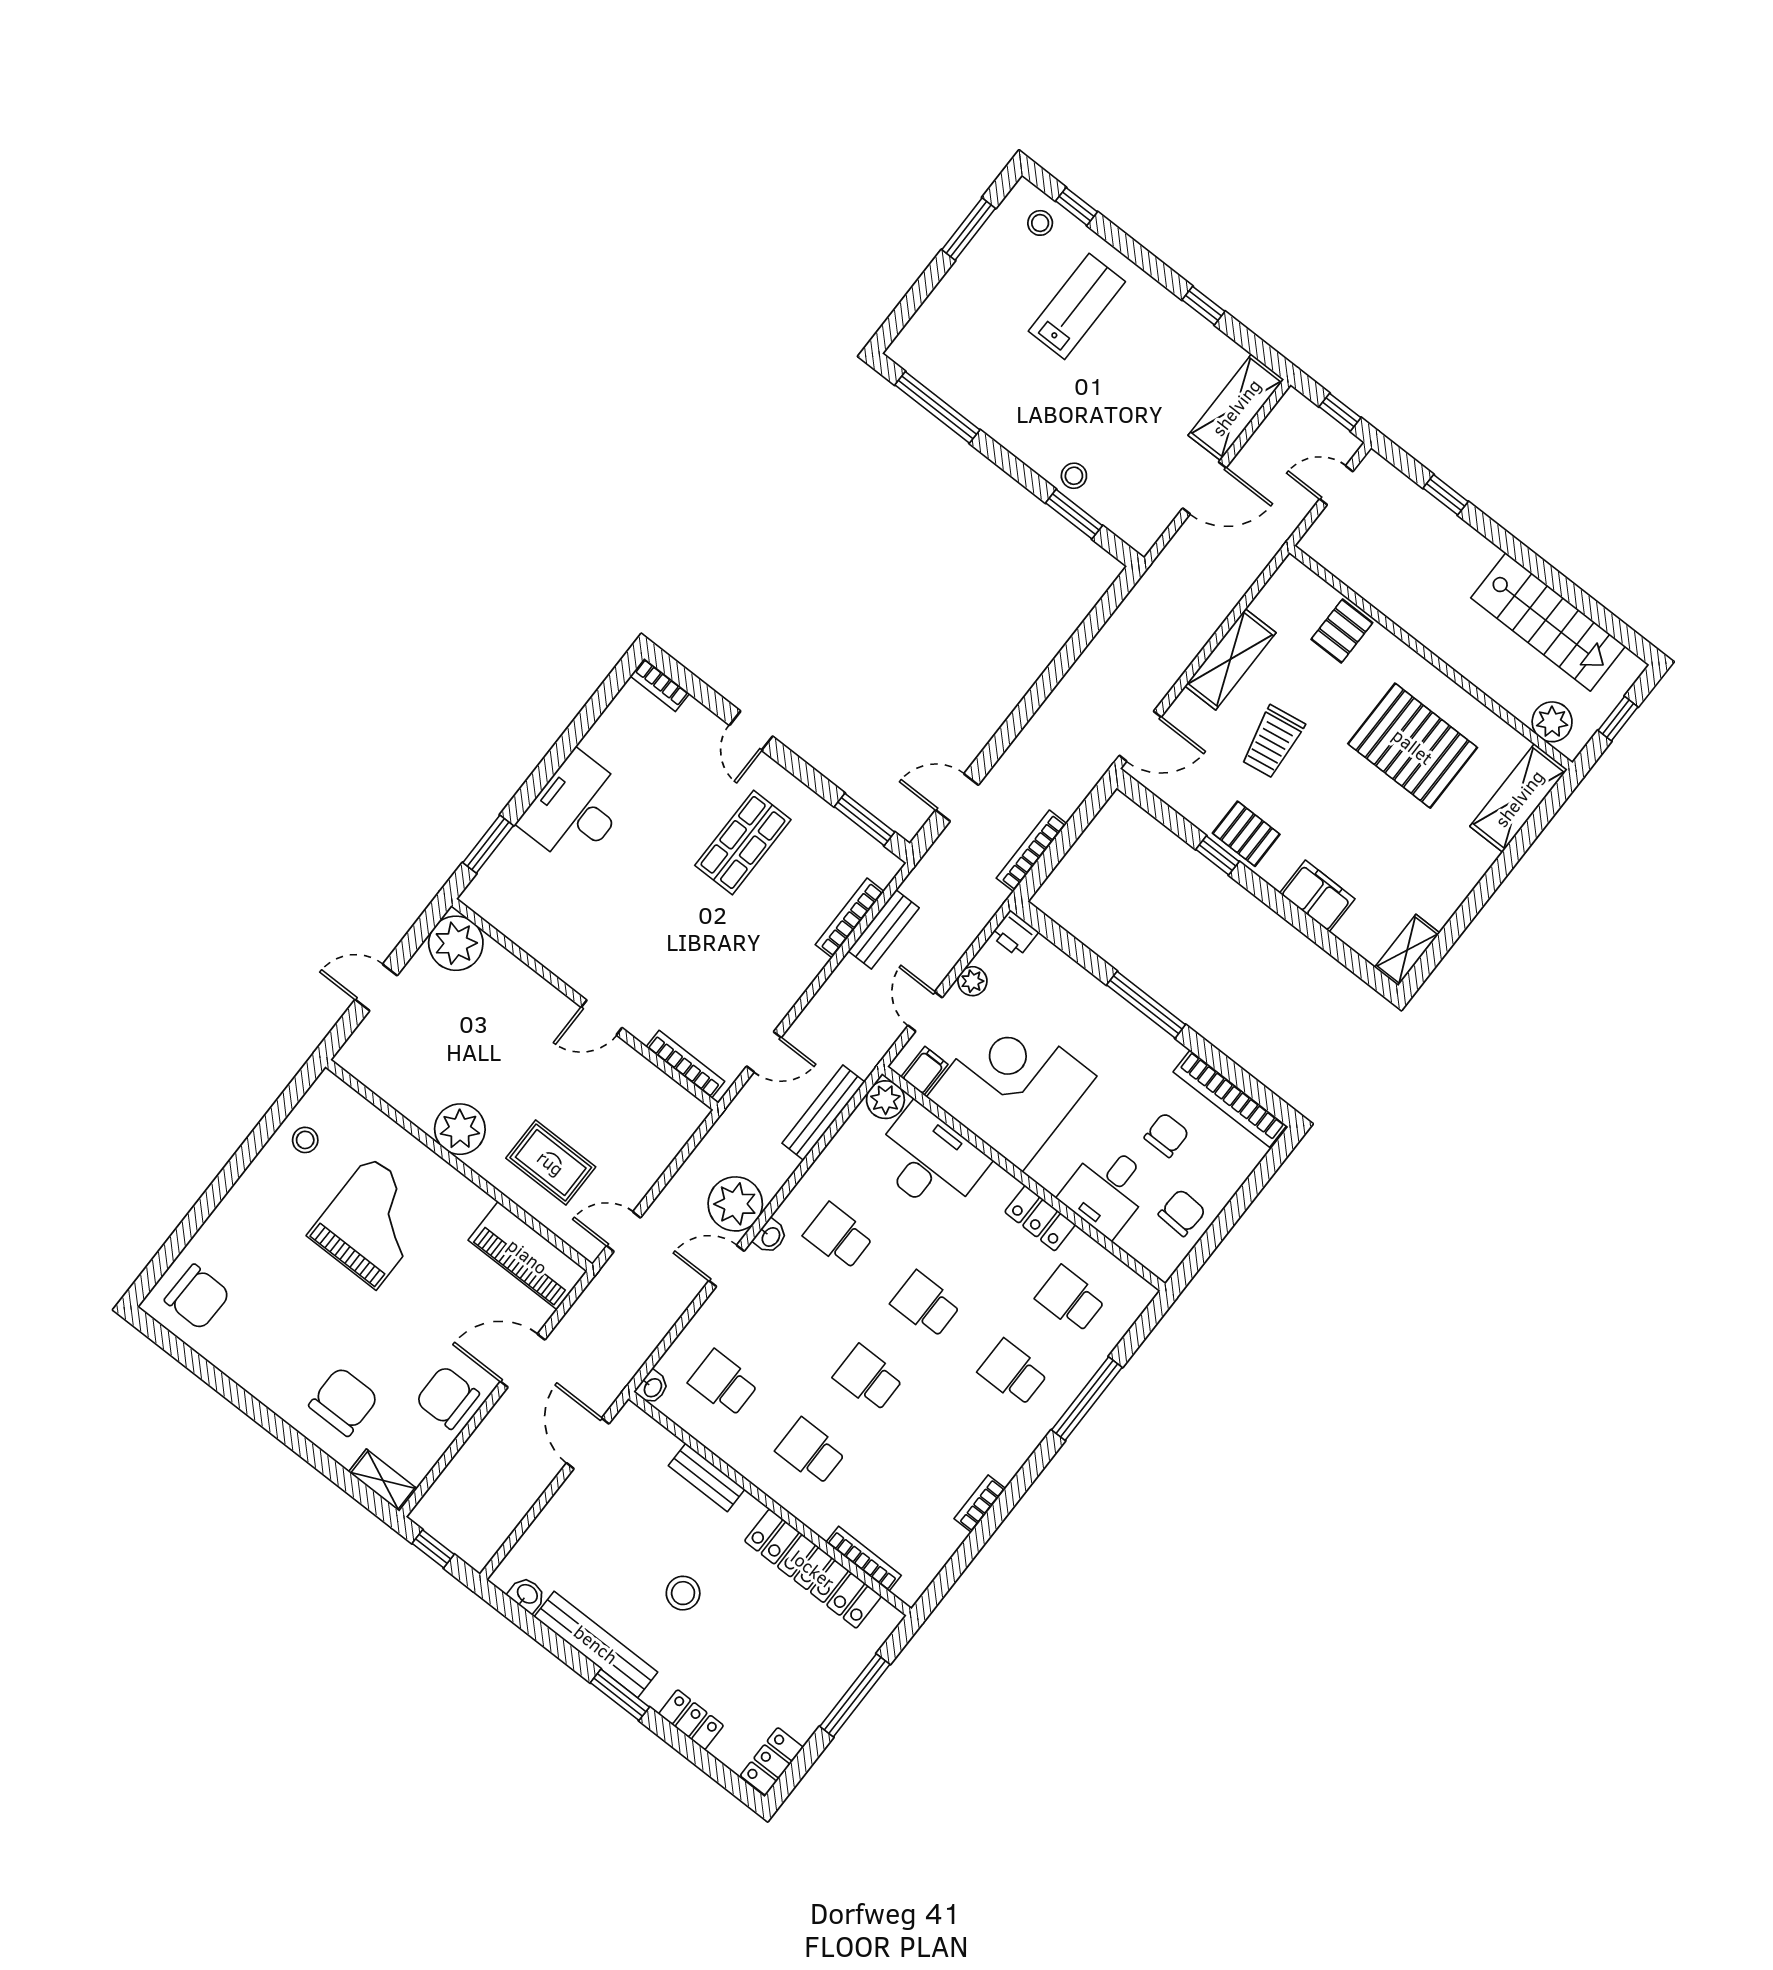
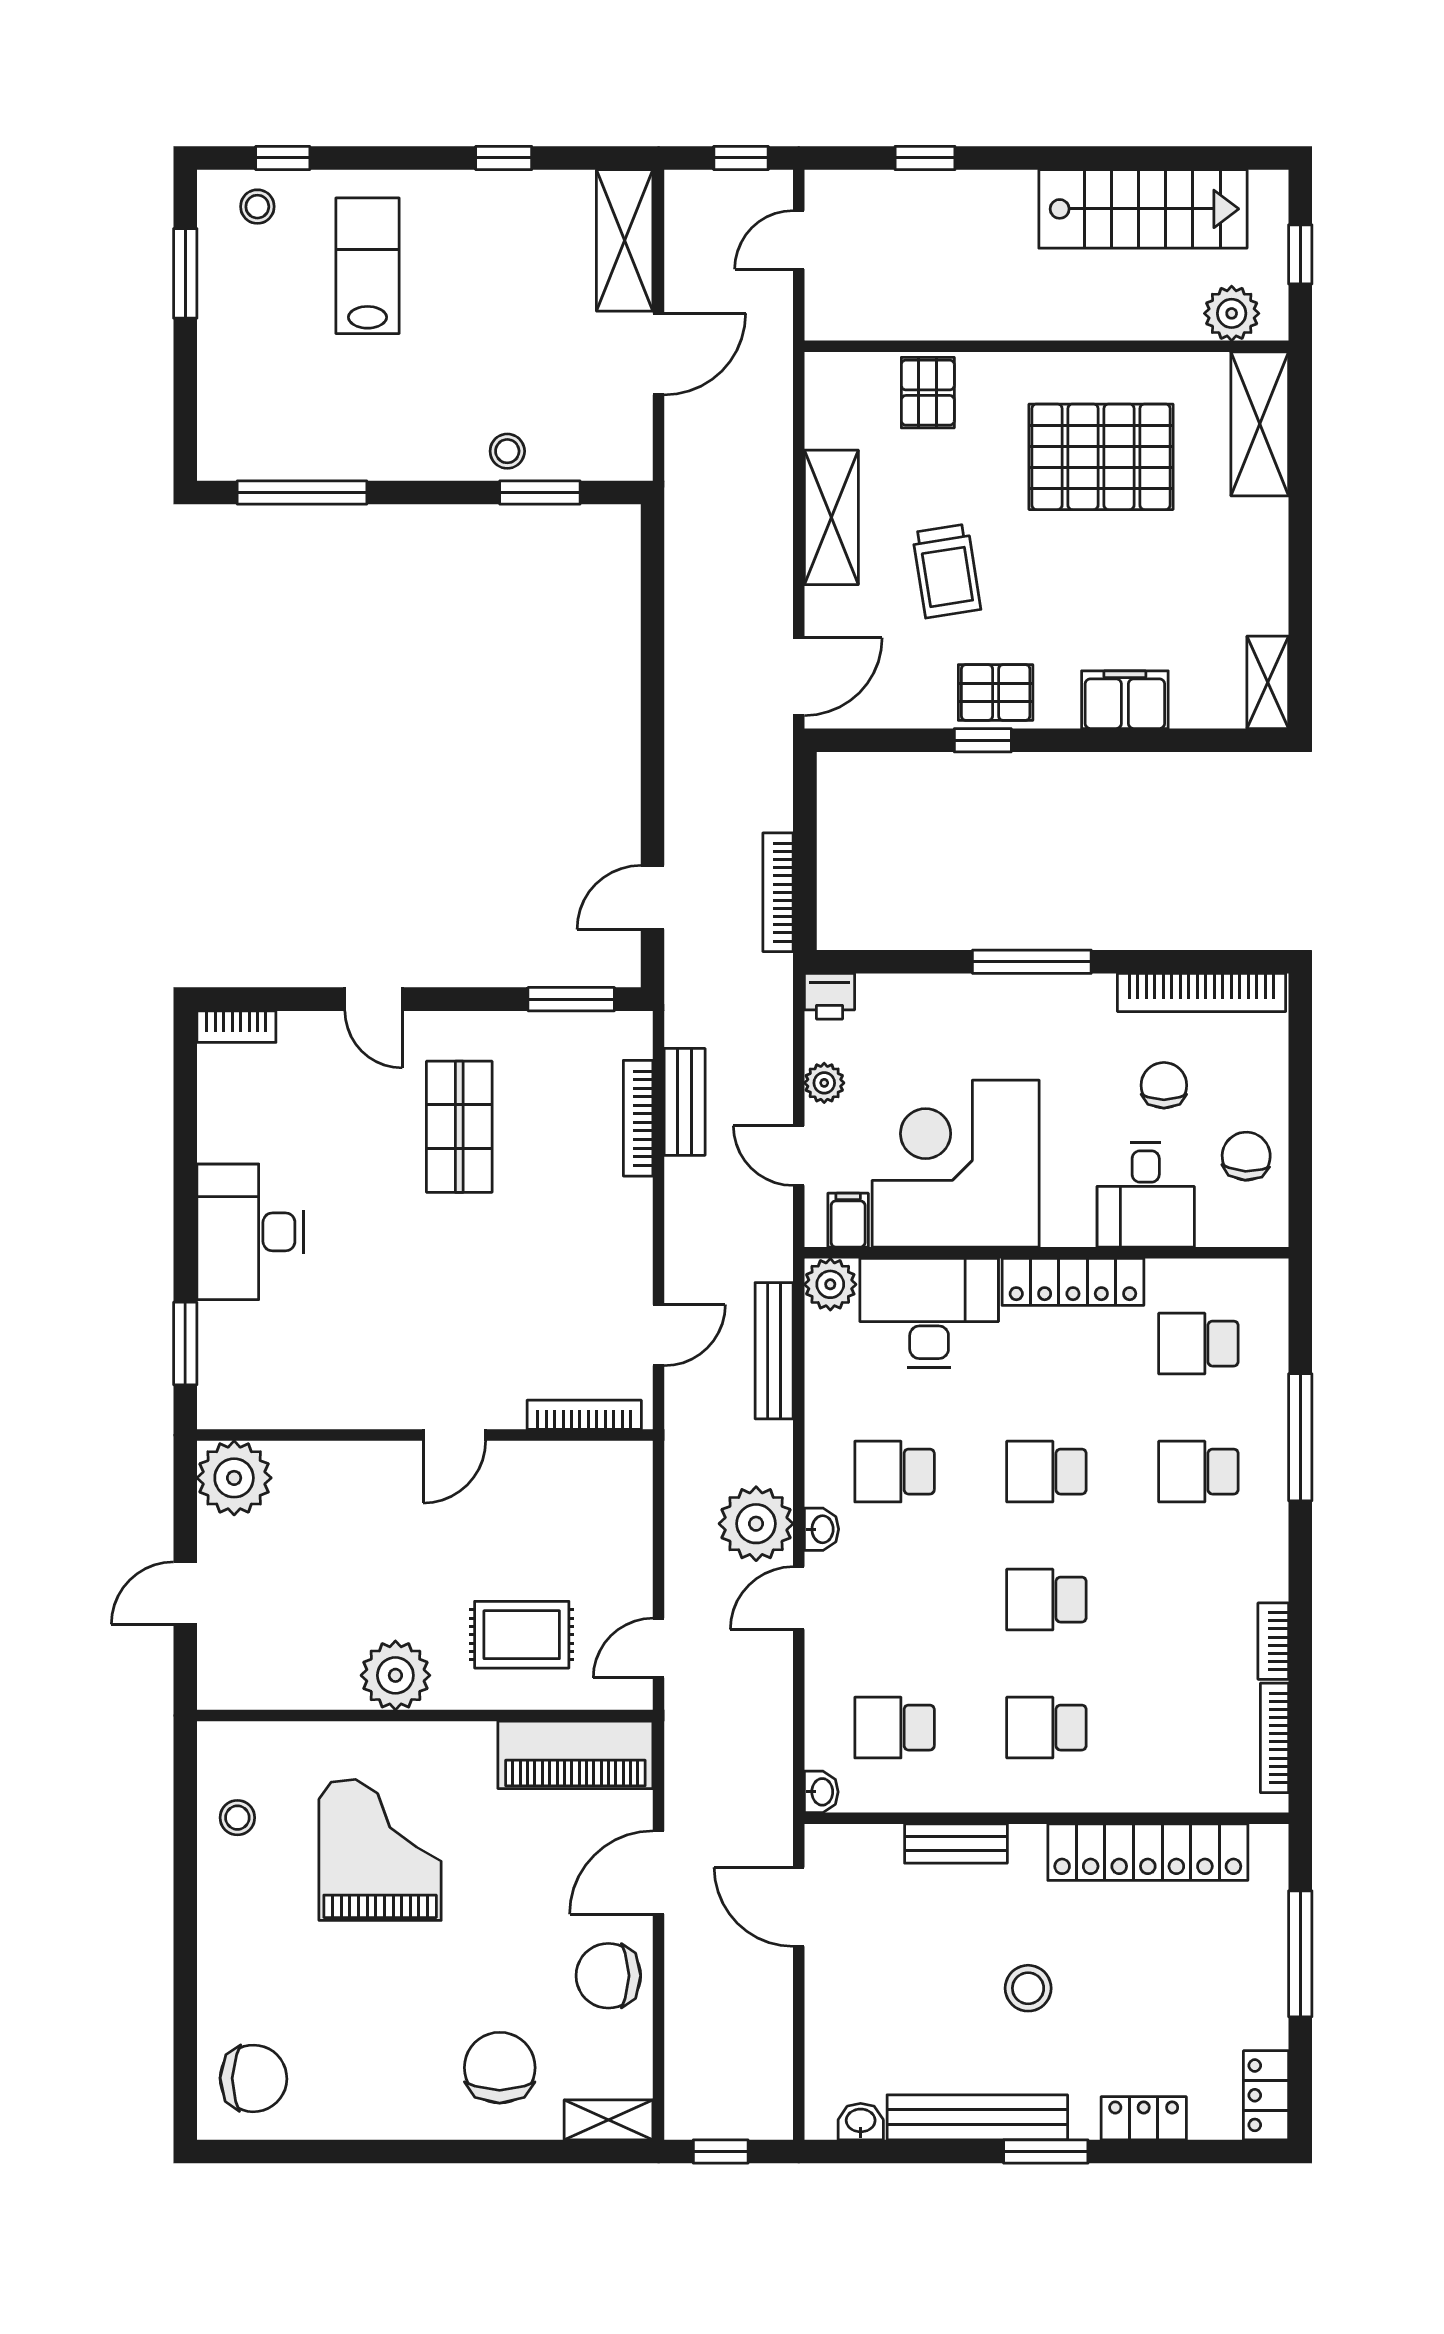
locker: (1040, 1218) -> (1073, 1282), width x1.53
bookcase: (864, 1559) -> (1275, 1738), moved, turned -90

